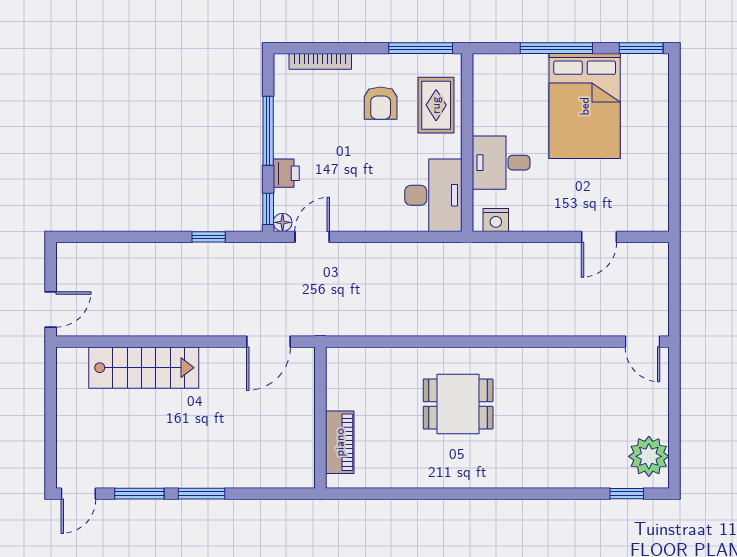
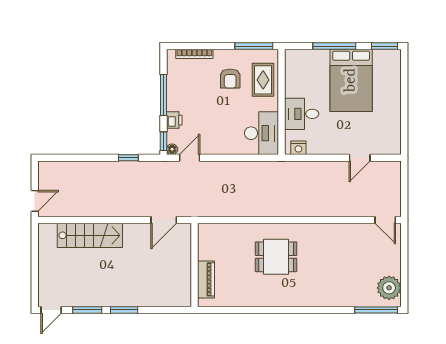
window: (627, 494) -> (376, 310), width x2.17

